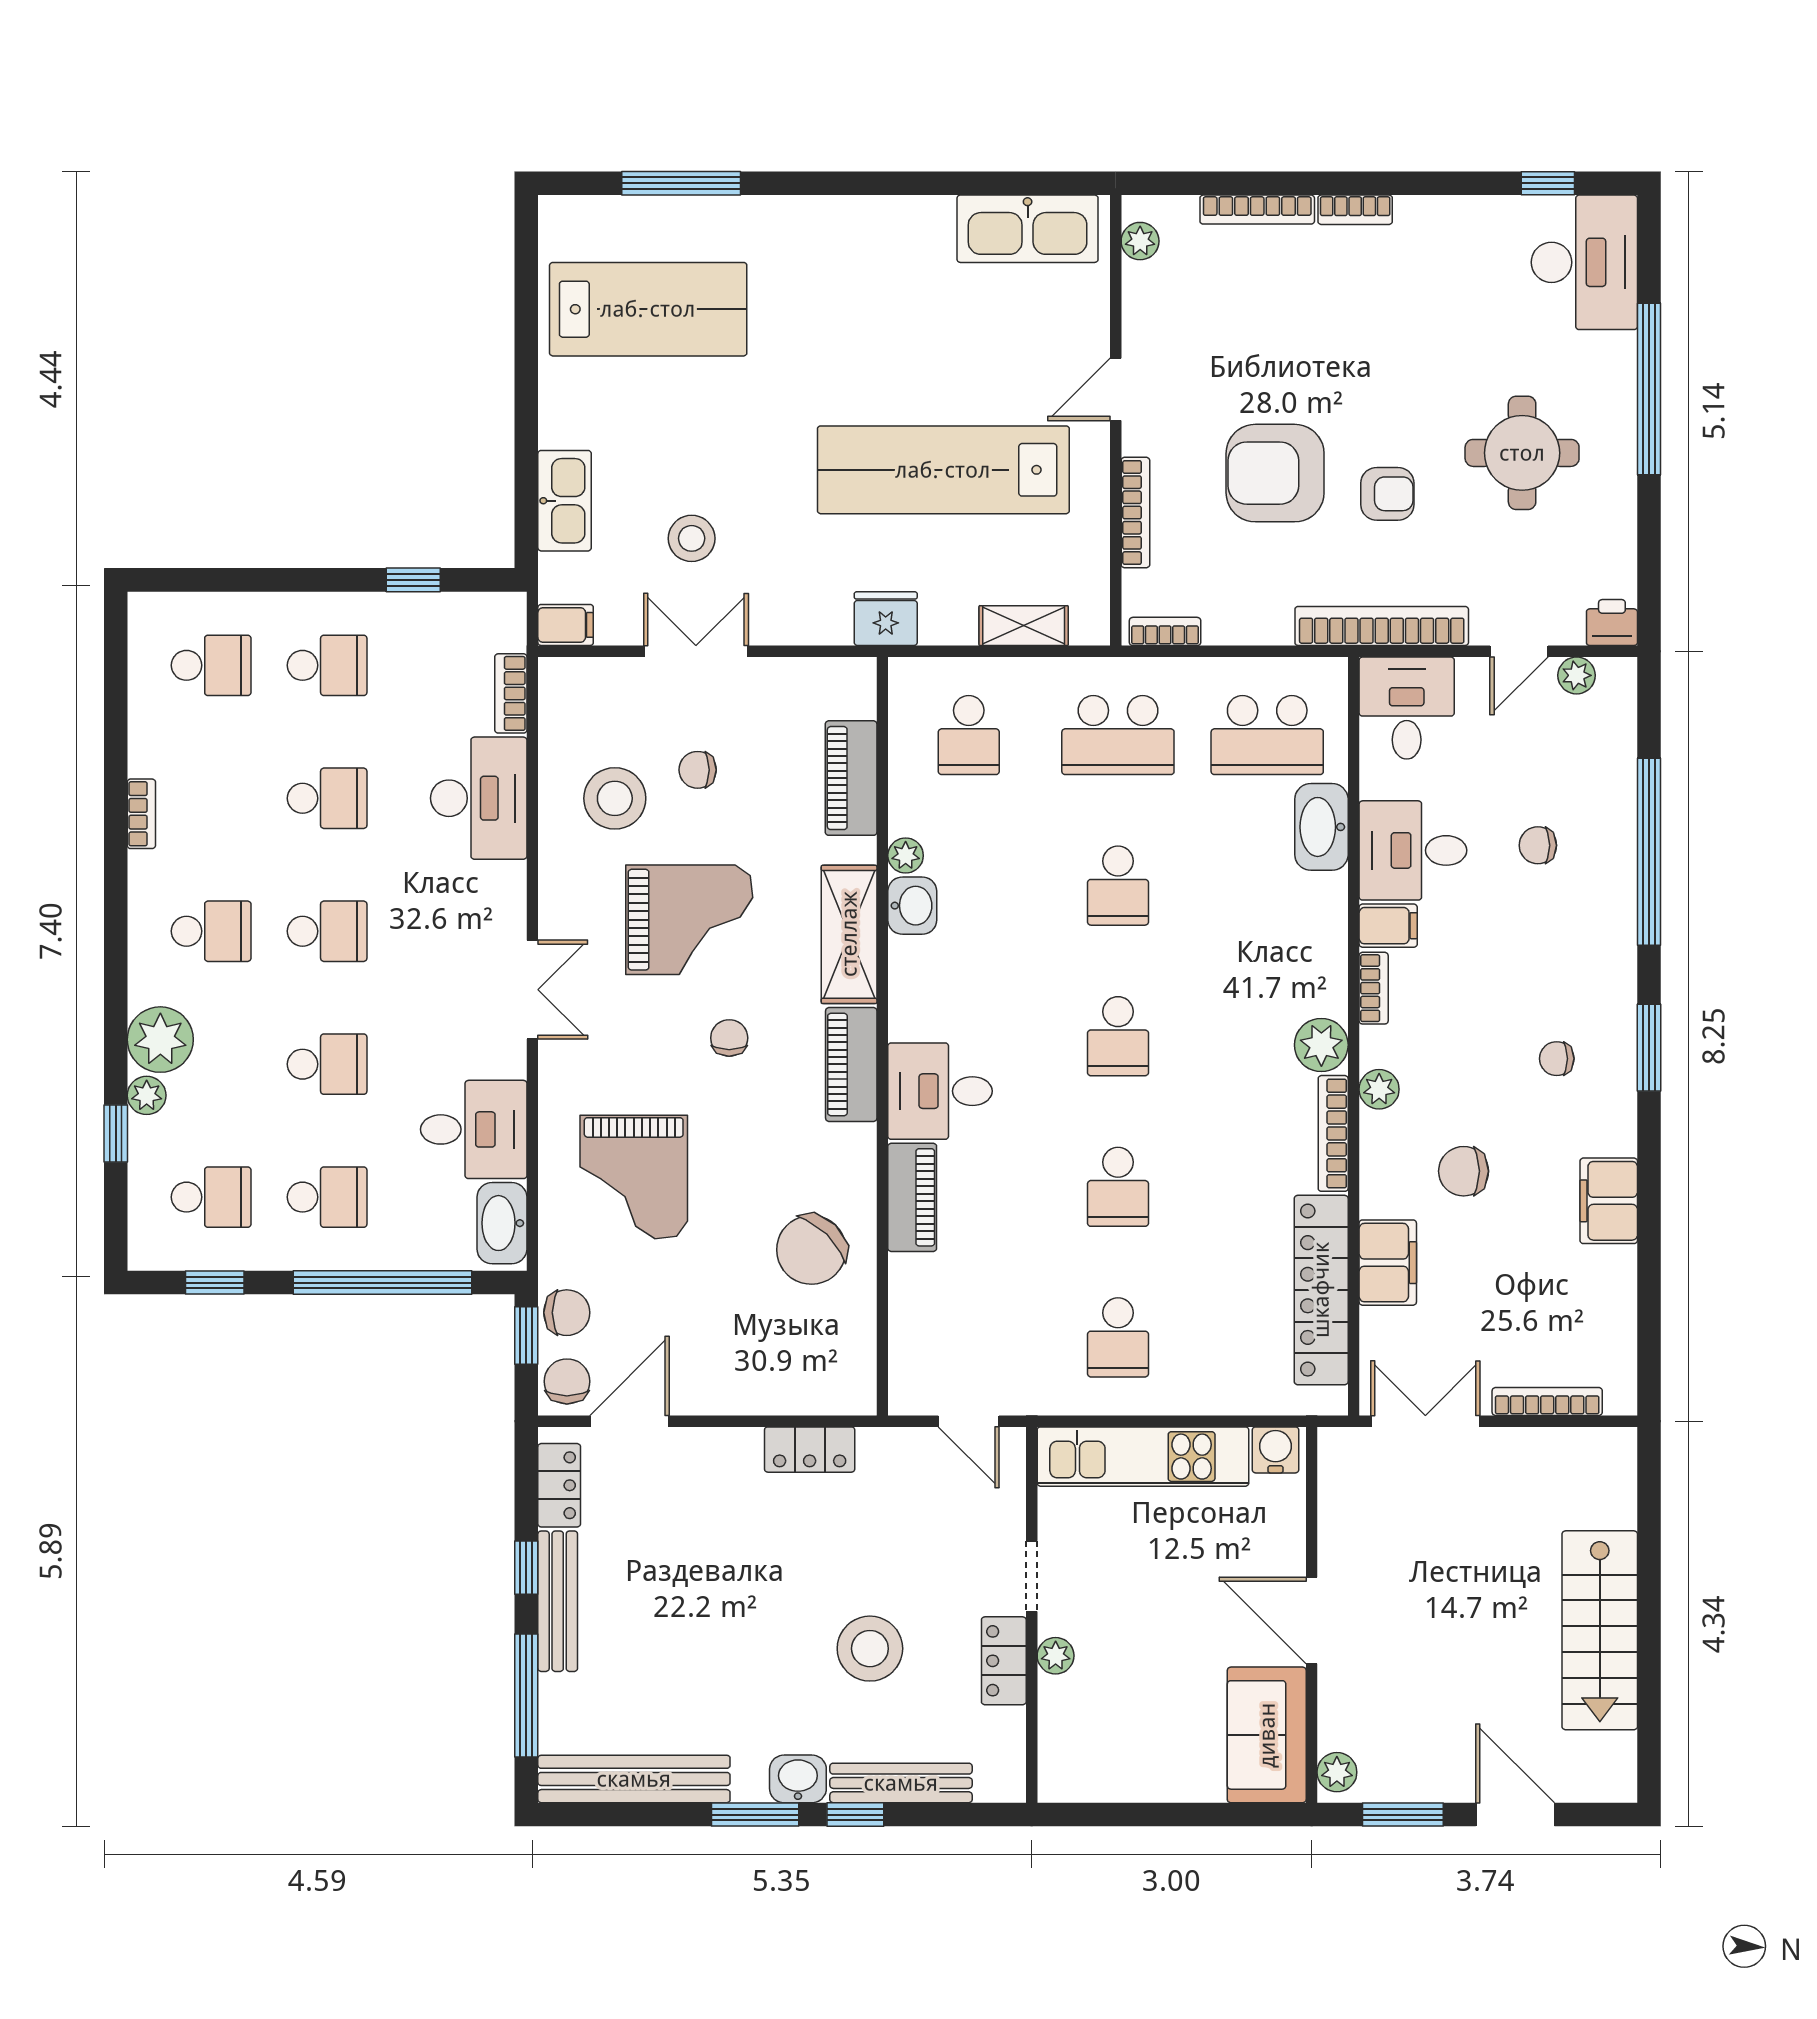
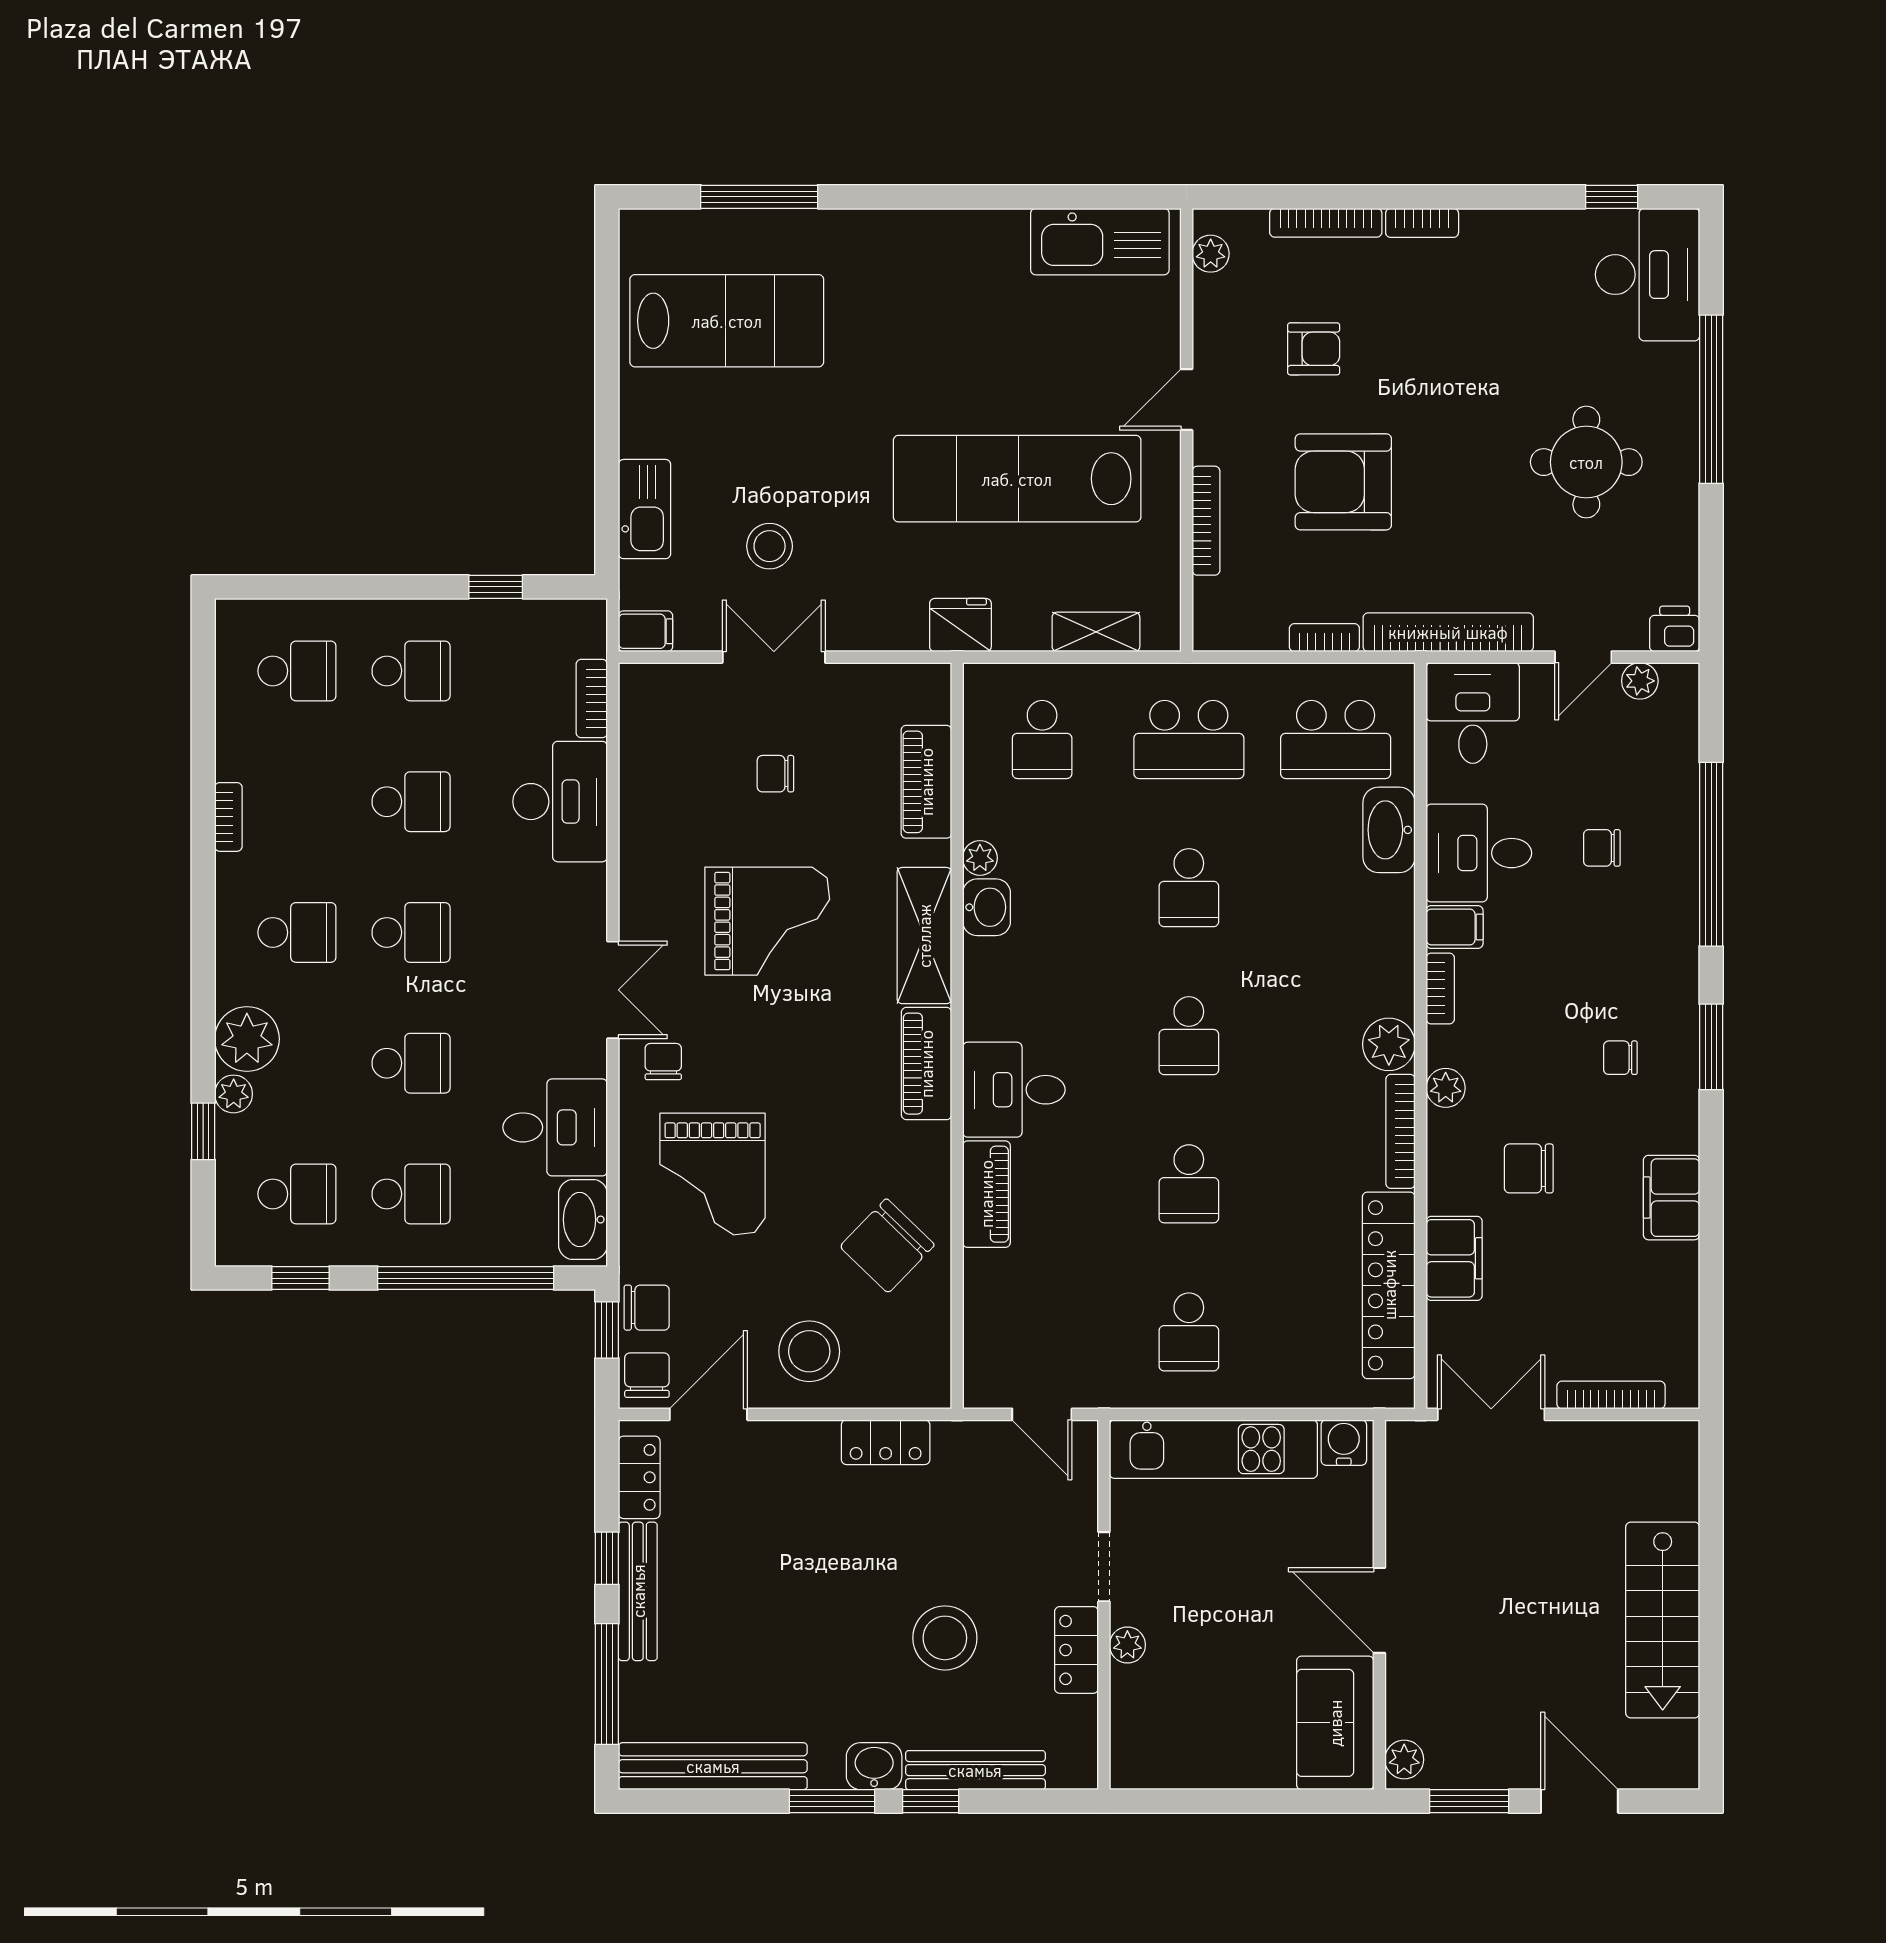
armchair: (1387, 494) -> (1314, 349), moved
bookcase: (1165, 631) -> (1324, 638), moved
stool: (615, 798) -> (809, 1351), moved
chair: (729, 1038) -> (663, 1062), moved

